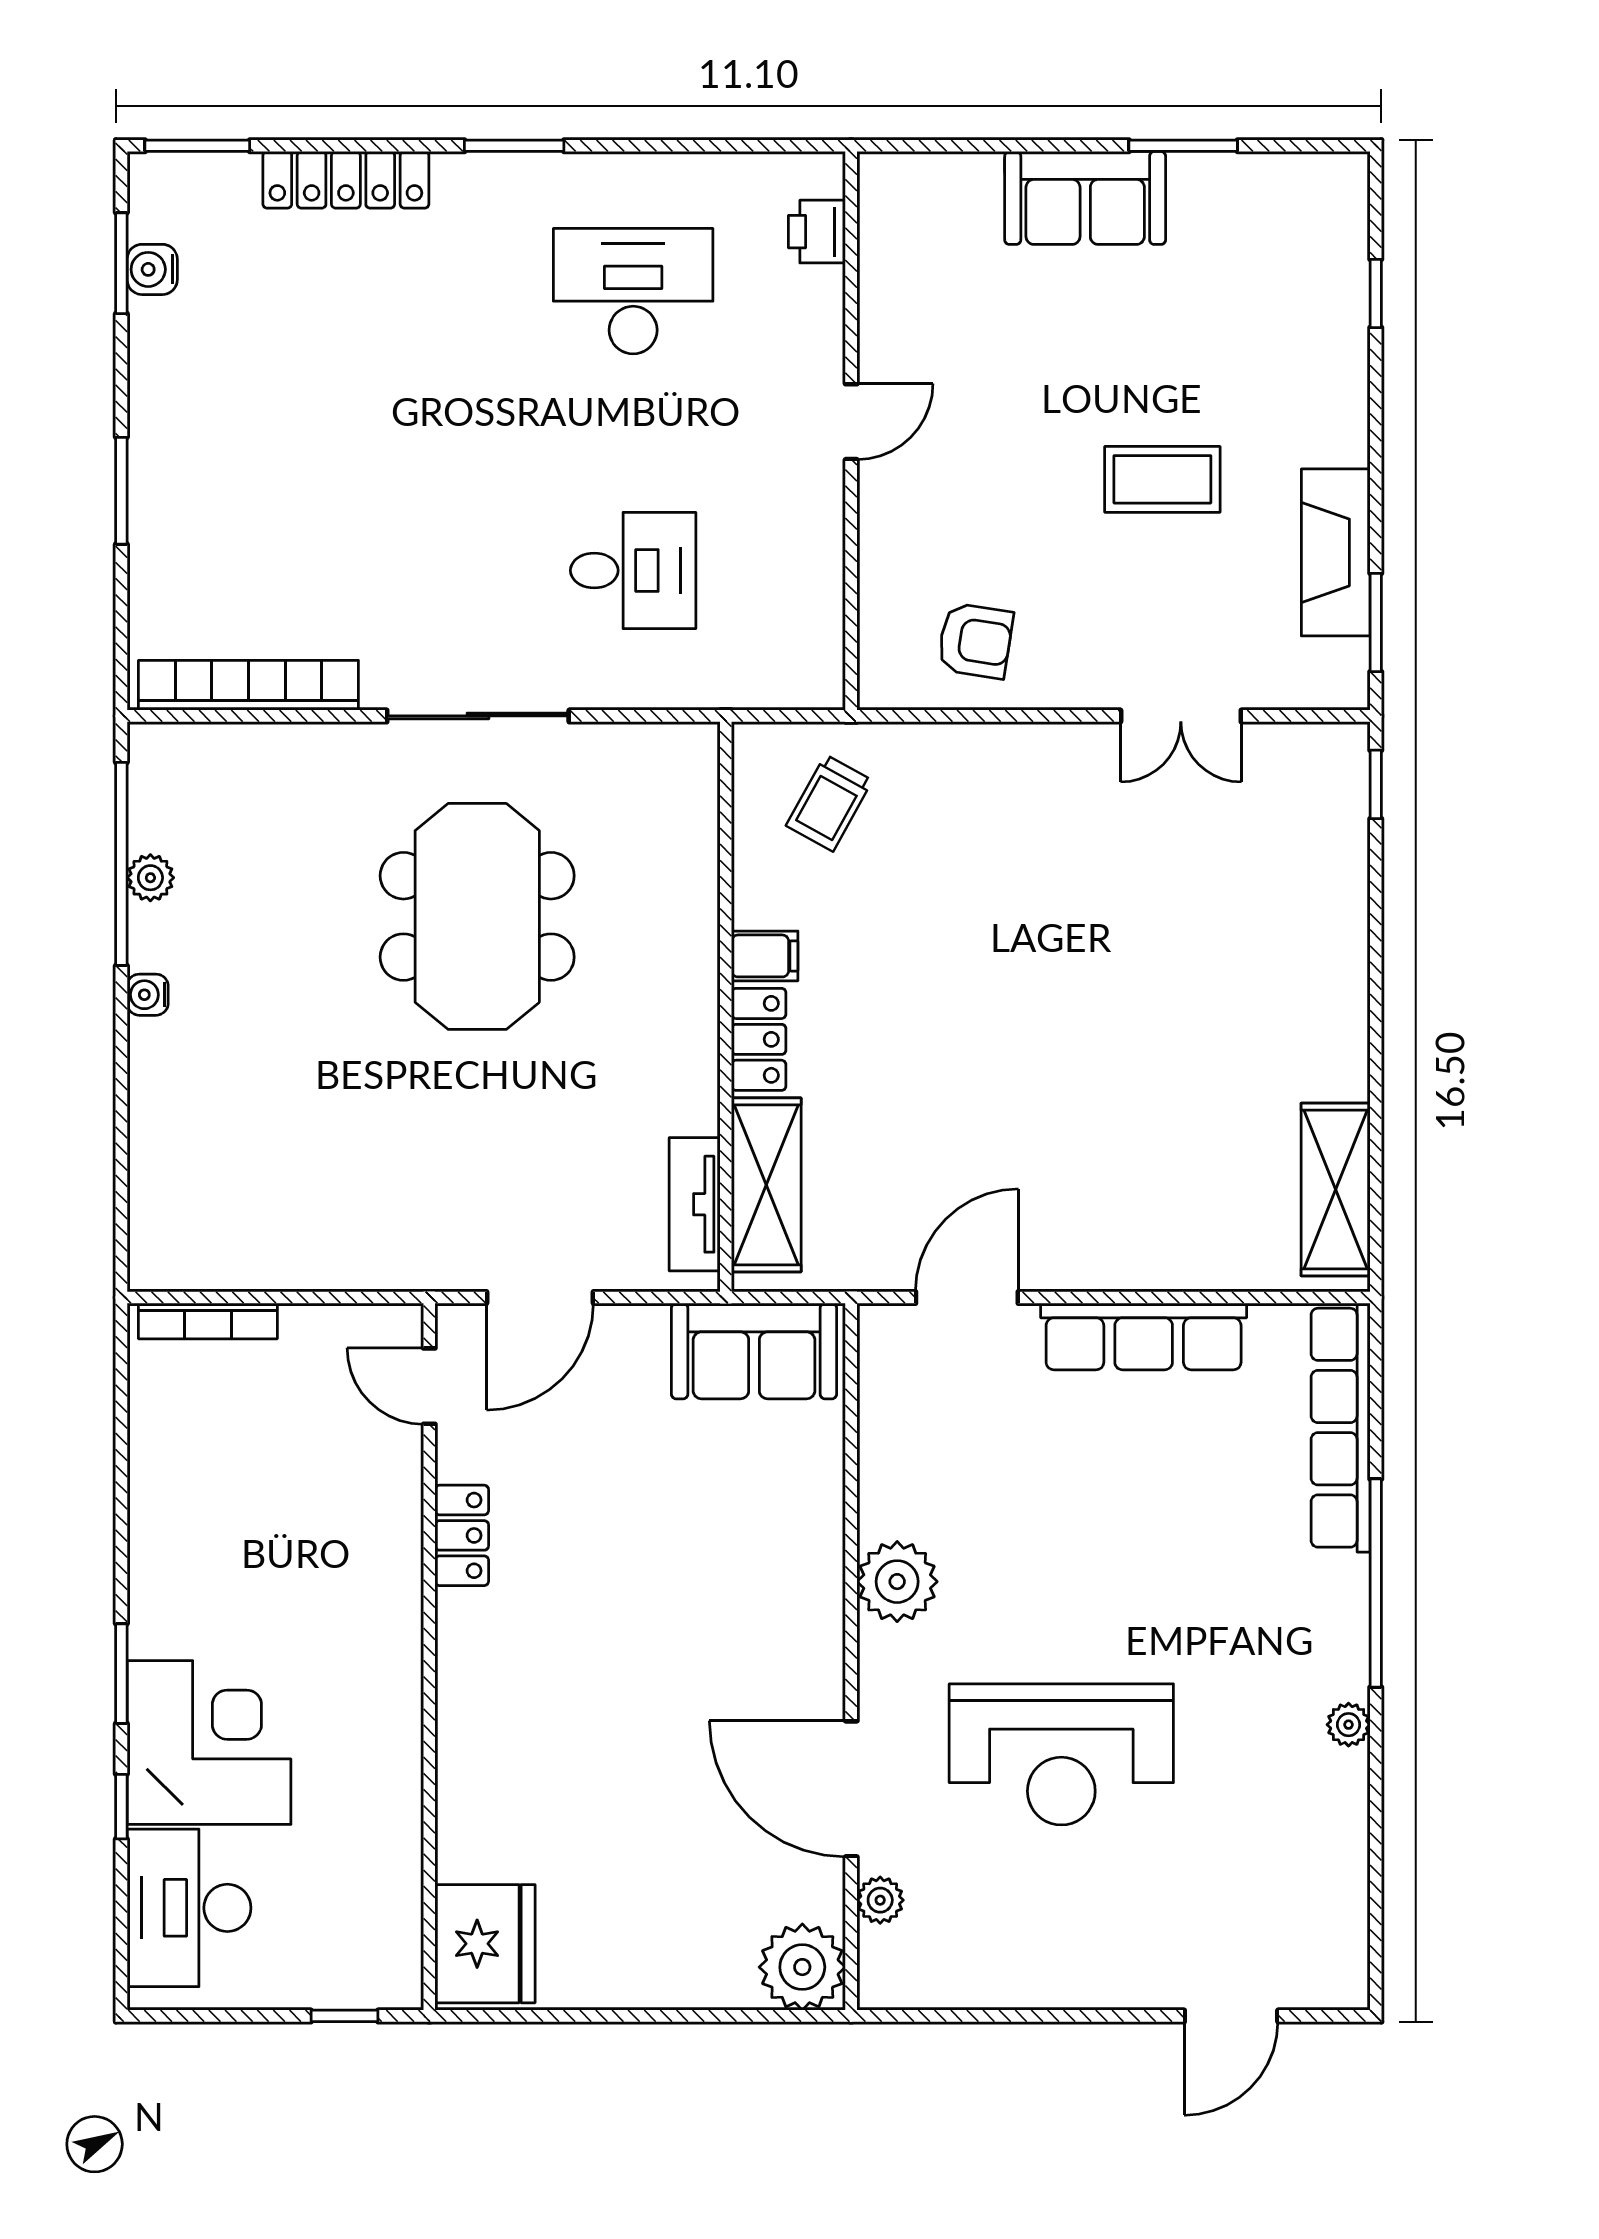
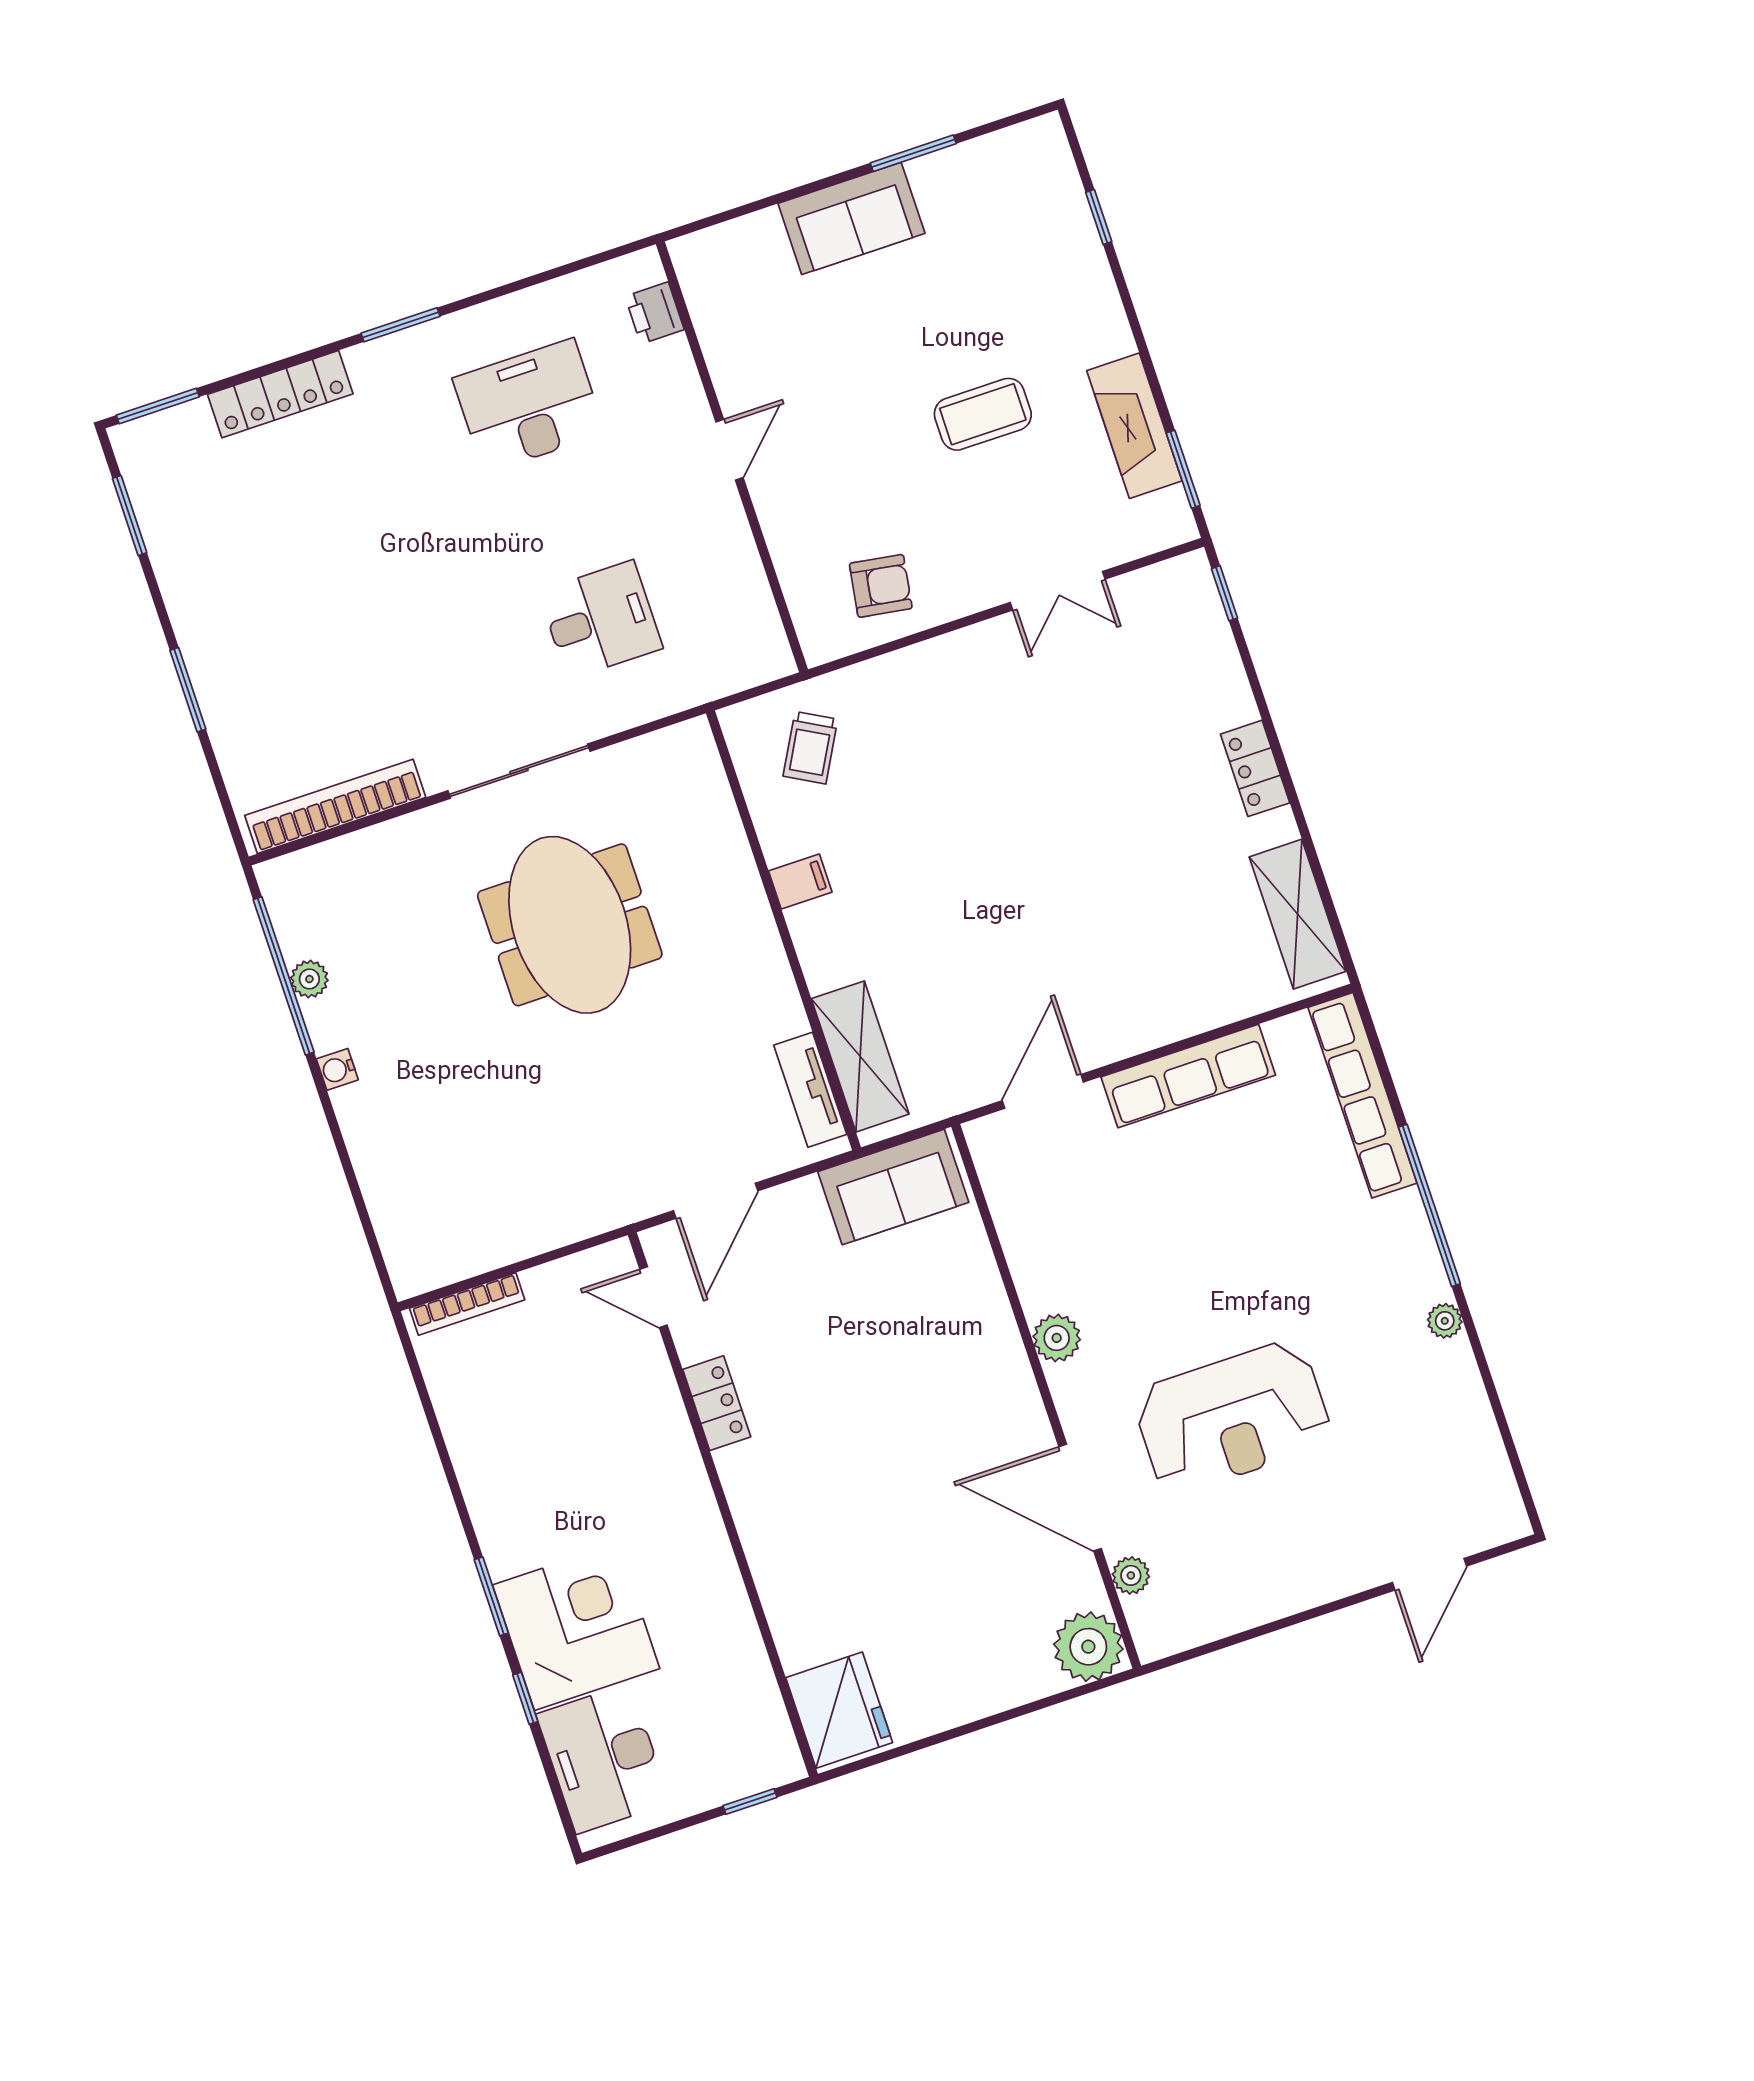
water cooler: (152, 269) -> (155, 512), removed
locker: (759, 1039) -> (1255, 768), moved, turned 180
plant: (897, 1582) -> (1057, 1338), width x0.73, depth x0.73

